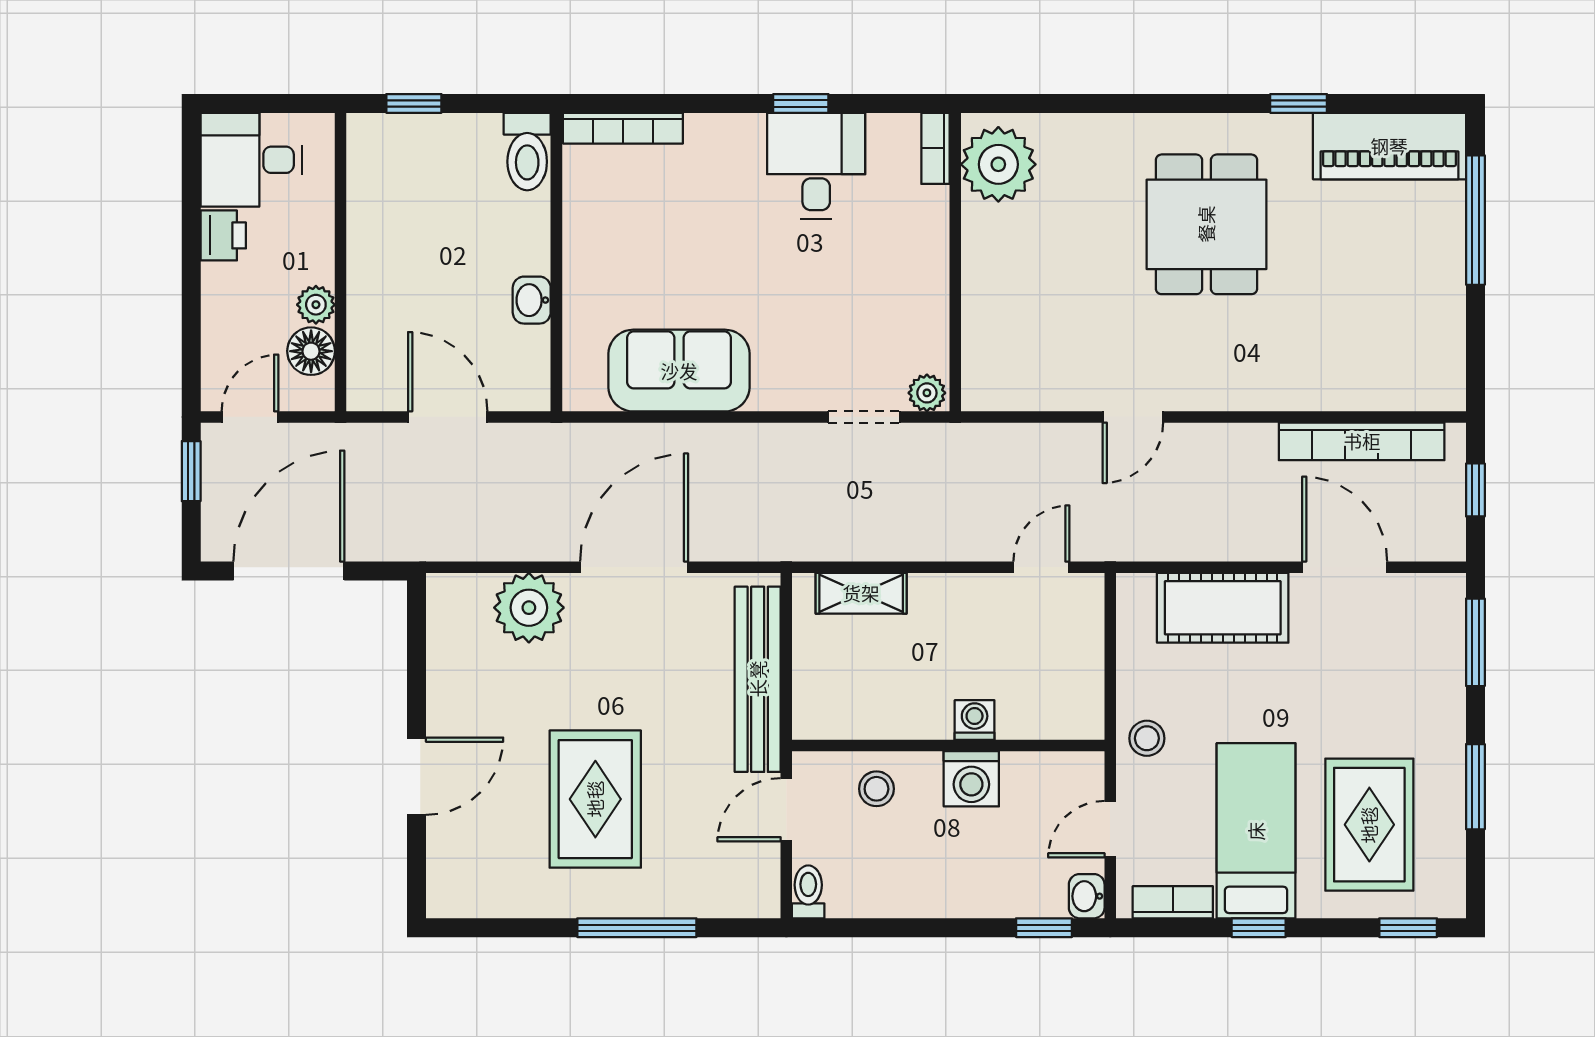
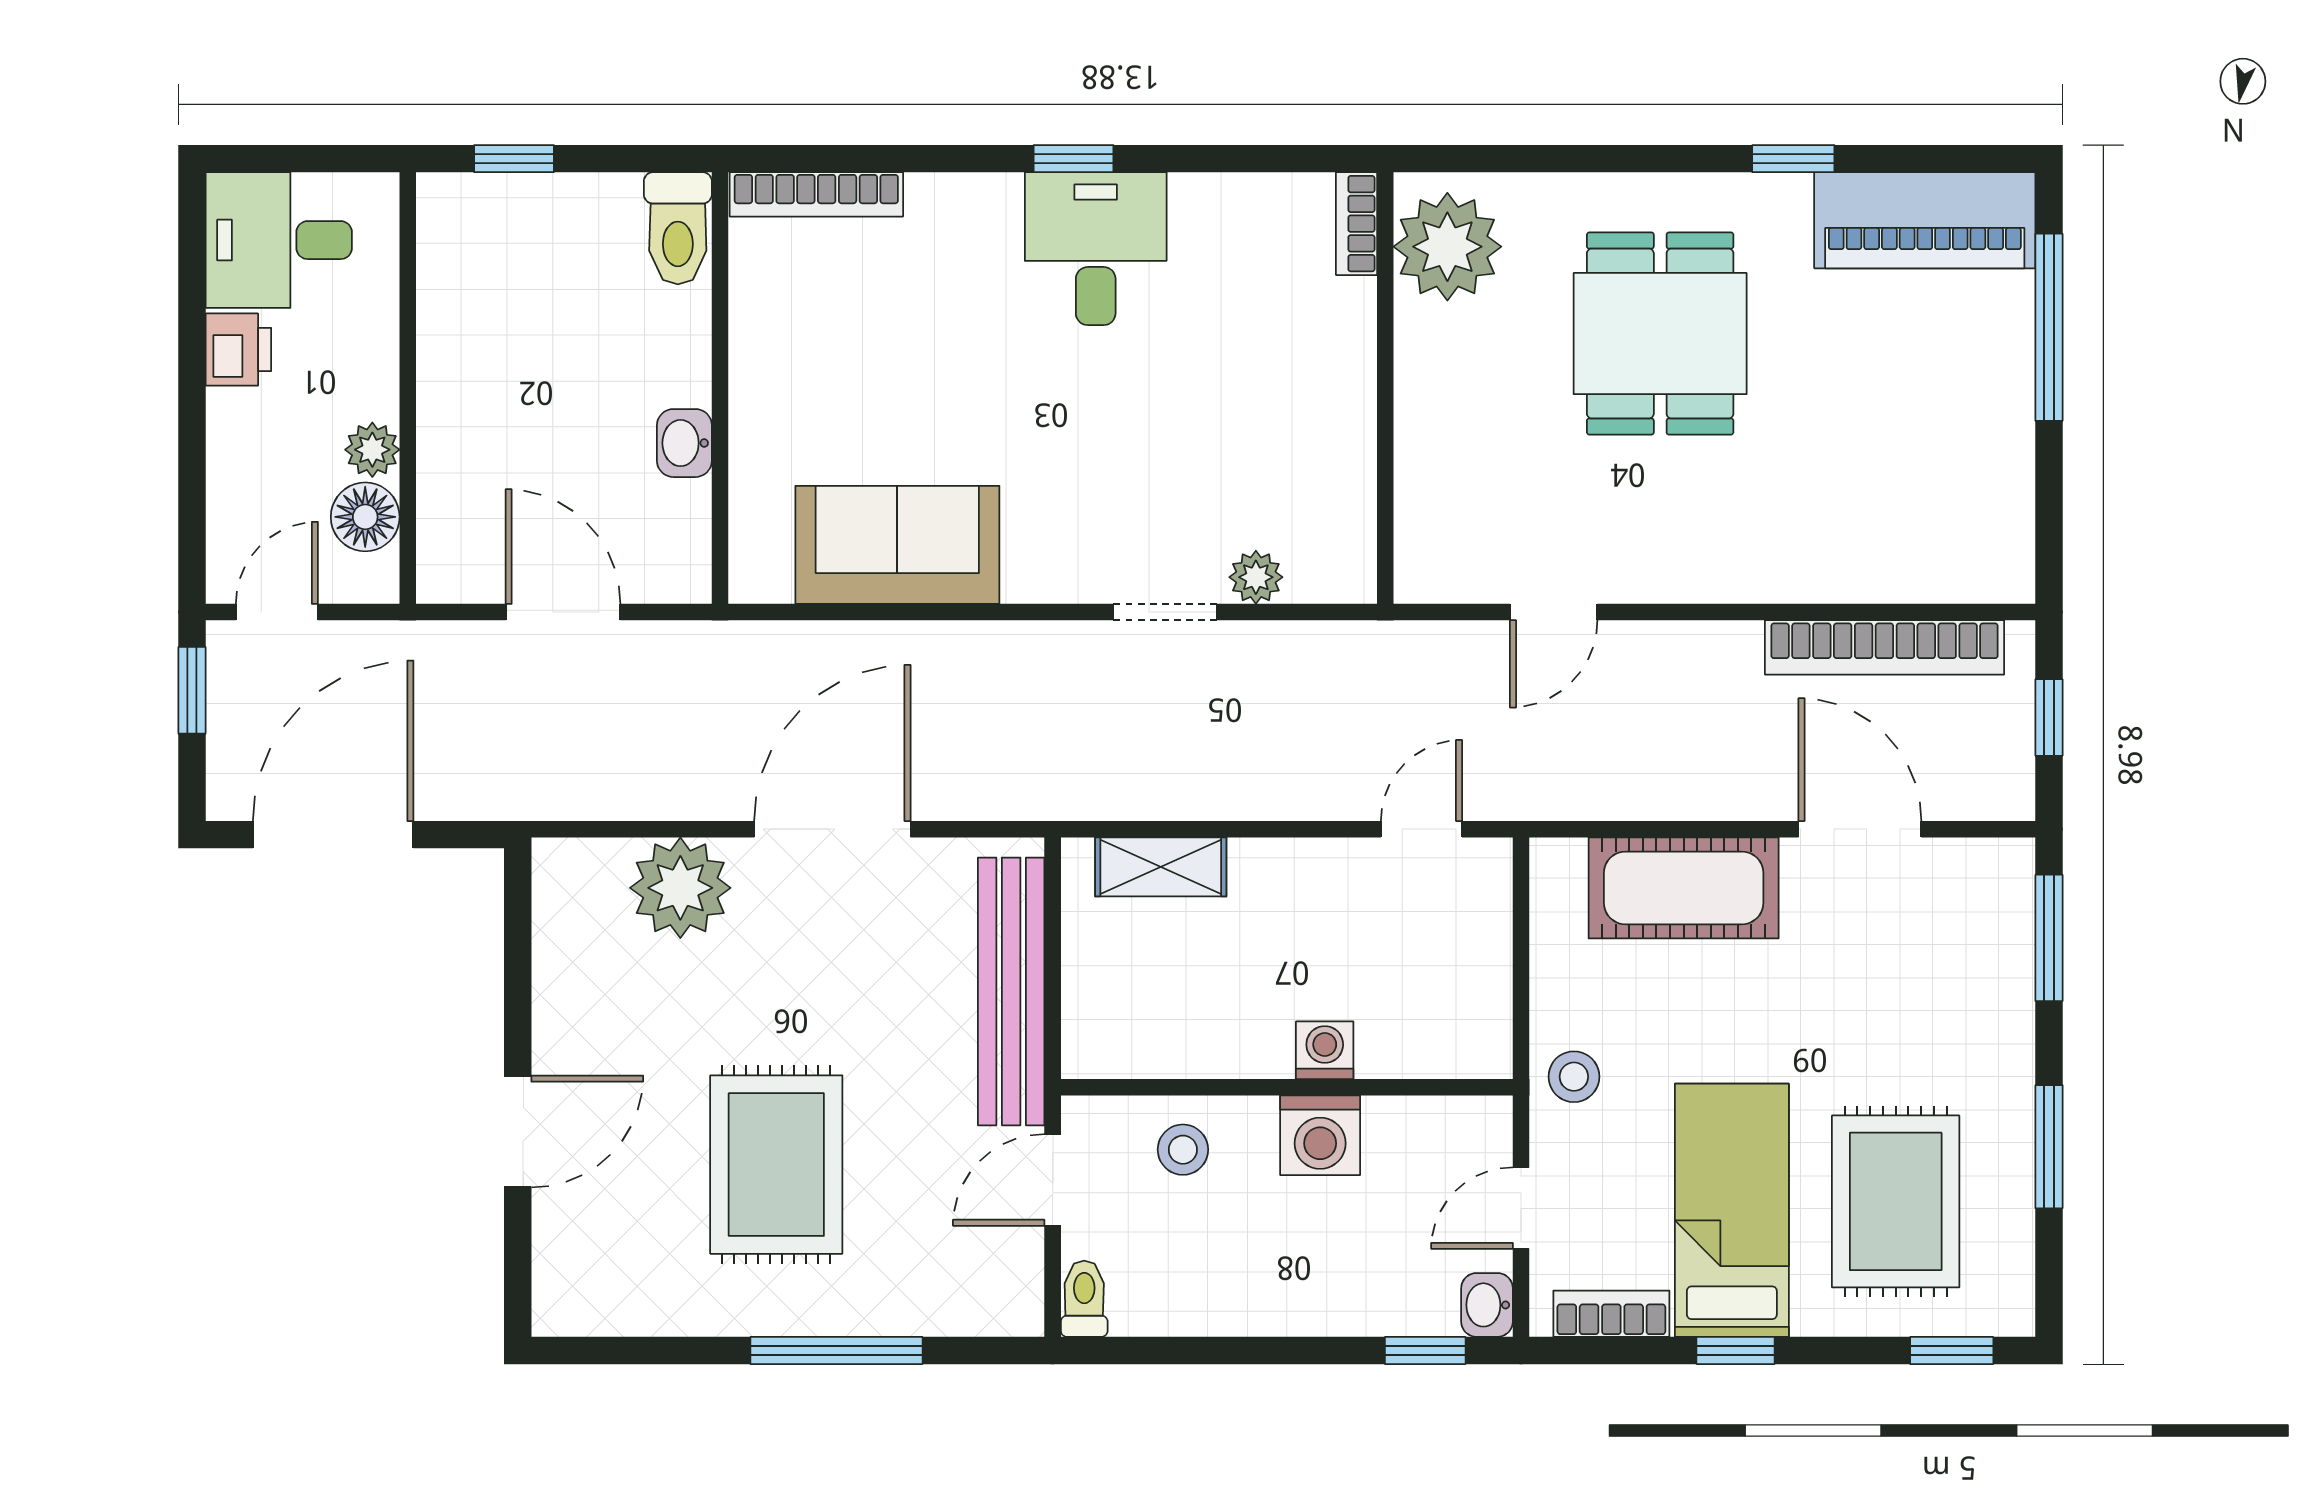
bookcase: (935, 148) -> (1356, 224), moved
plant: (998, 164) -> (1447, 247), moved
wall: (955, 262) -> (1385, 388), moved

